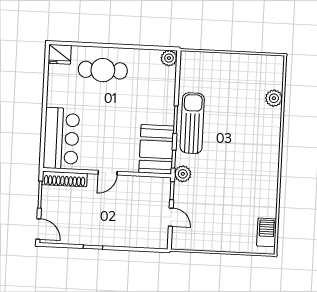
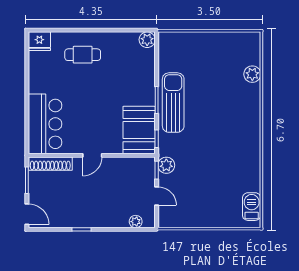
cafe table: (103, 70) -> (83, 55), width x0.73, depth x0.74
plant: (183, 174) -> (166, 165), moved
plant: (148, 242) -> (136, 222), added

